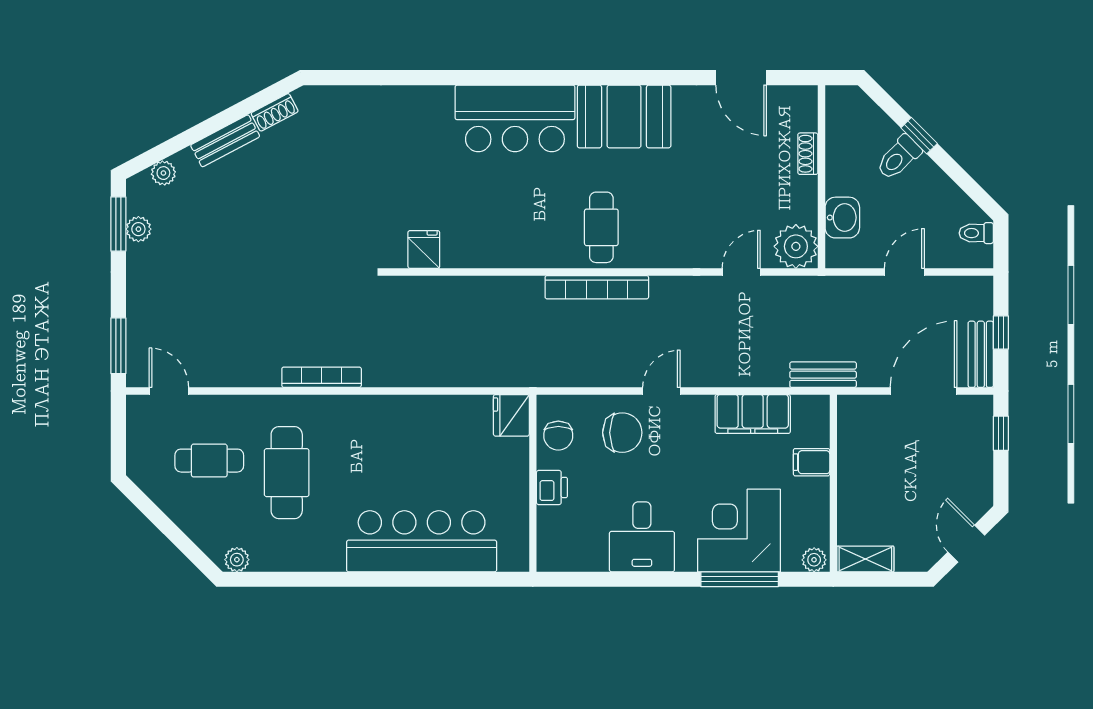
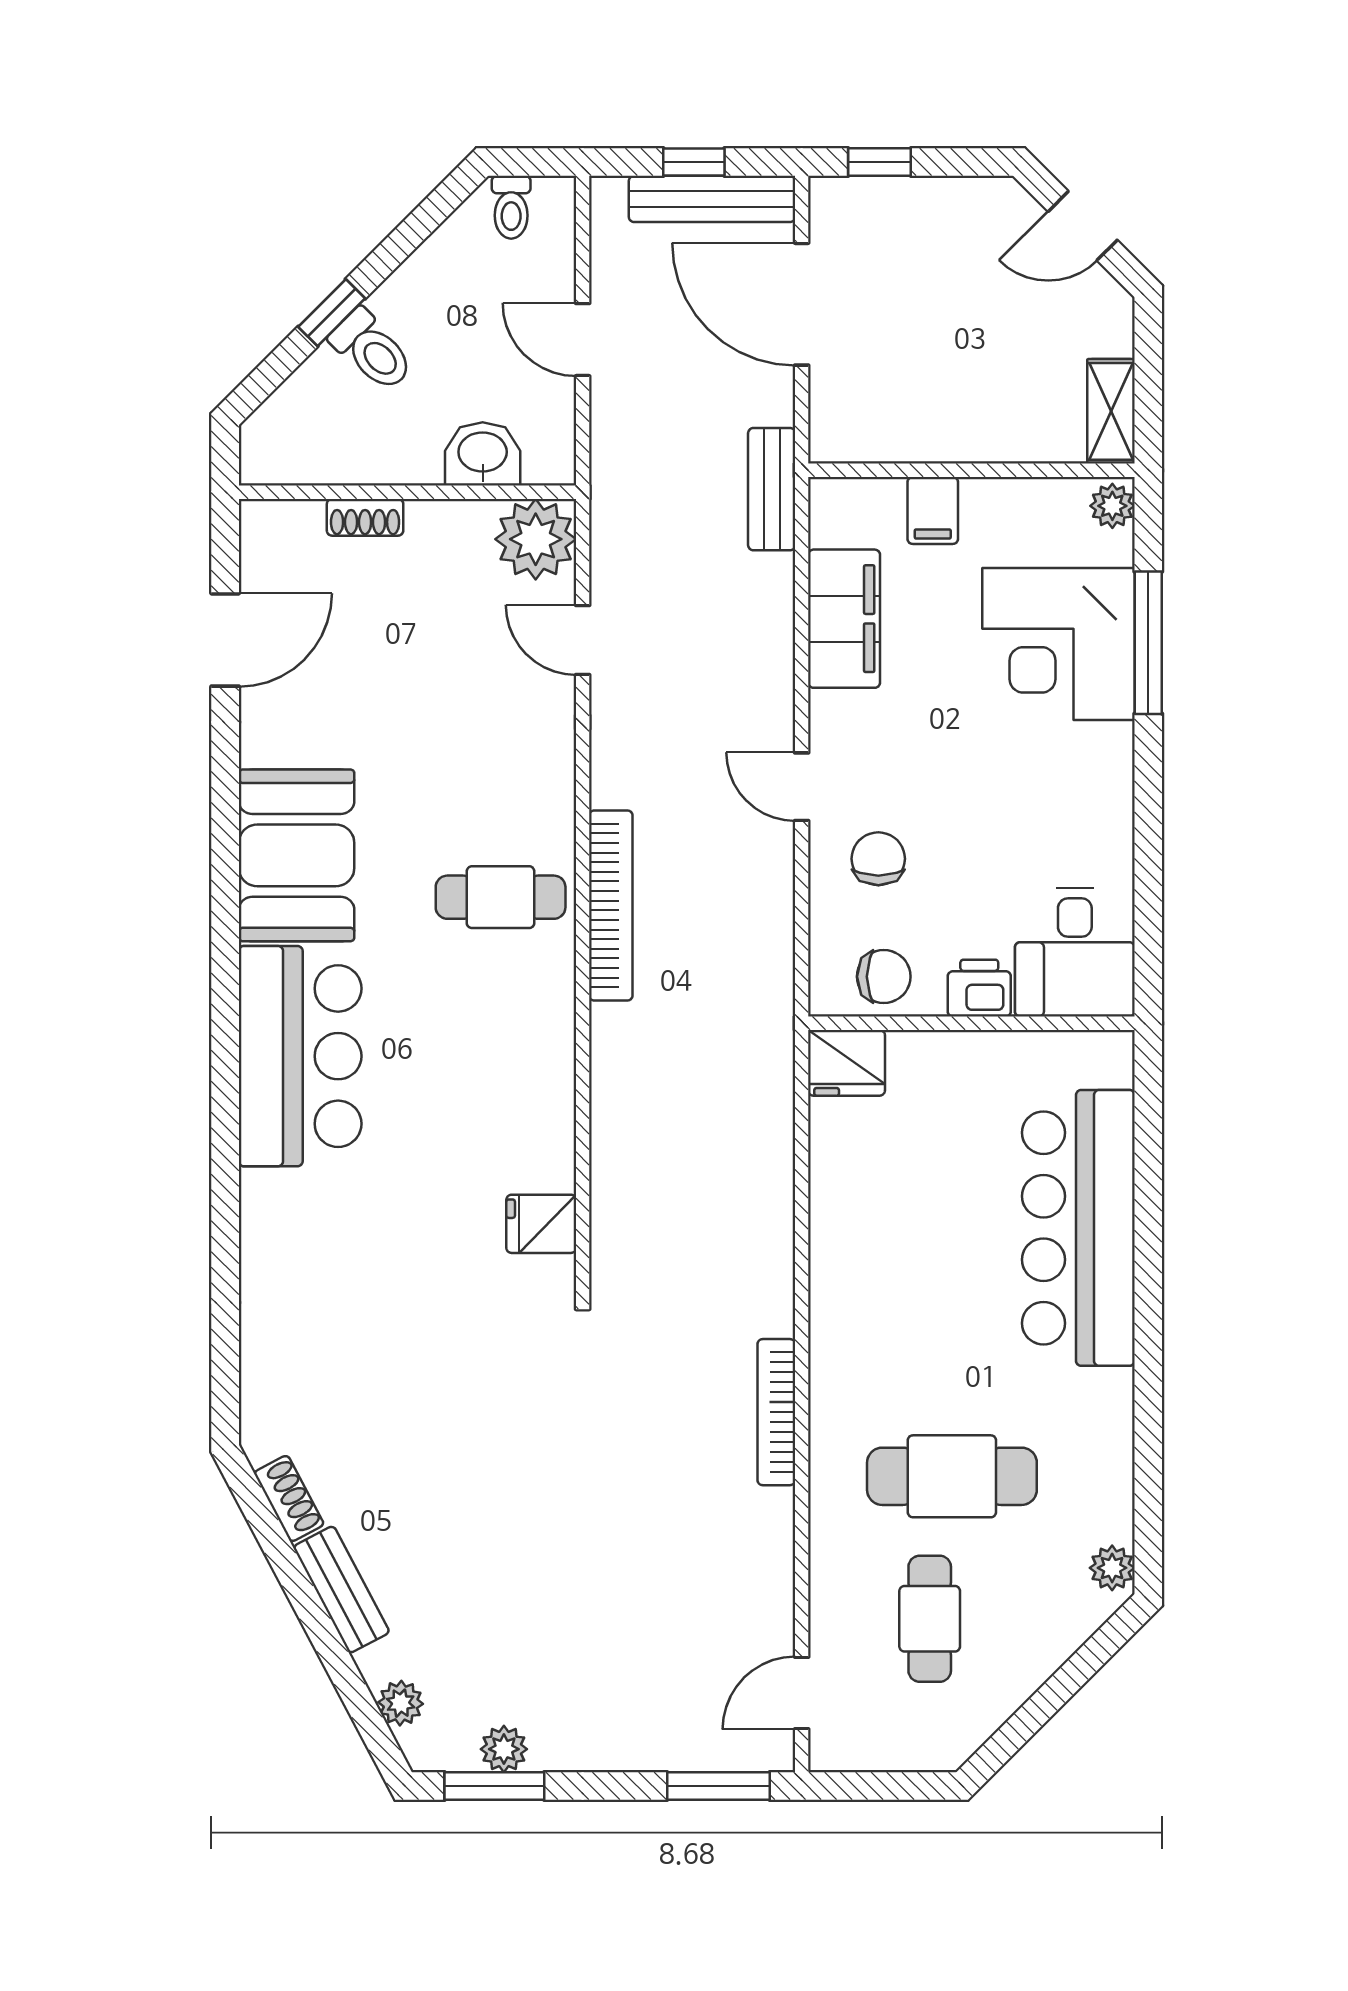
bench: (981, 354) -> (712, 199), width x1.36
chair: (622, 433) -> (878, 859), width x0.73, depth x0.73
desk: (642, 537) -> (1075, 952), moved, turned 90

